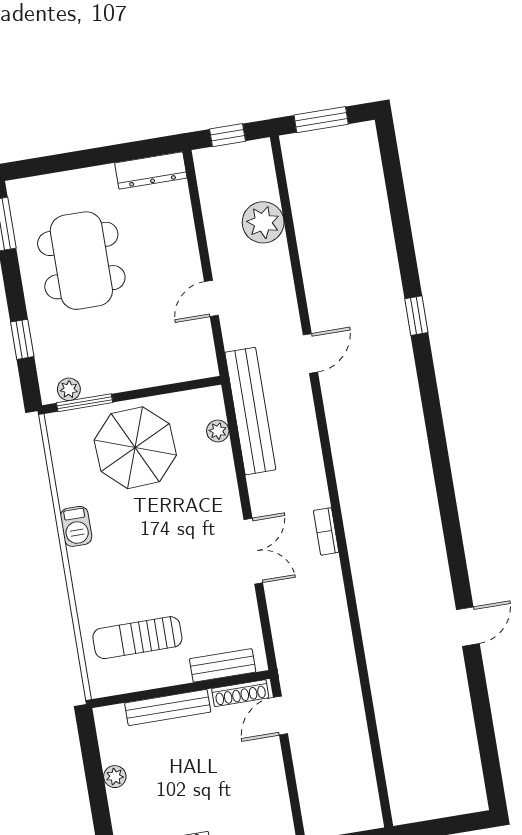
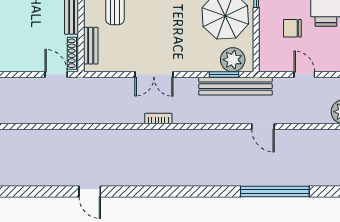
window: (416, 316) -> (275, 191), width x3.17
chair: (137, 331) -> (292, 28), added
plant: (218, 431) -> (233, 60), width x1.87, depth x1.87
window: (234, 433) -> (224, 74), added

